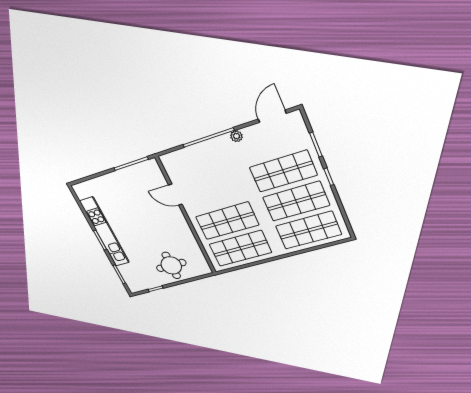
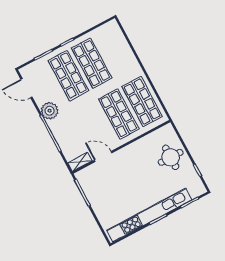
plant: (236, 136) -> (50, 111), width x1.88, depth x1.88
shelving: (170, 167) -> (80, 162), added
door: (175, 195) -> (103, 156), swing flipped
shop shelf: (308, 230) -> (115, 51), removed
kitchen unit: (105, 232) -> (149, 215), width x1.36

